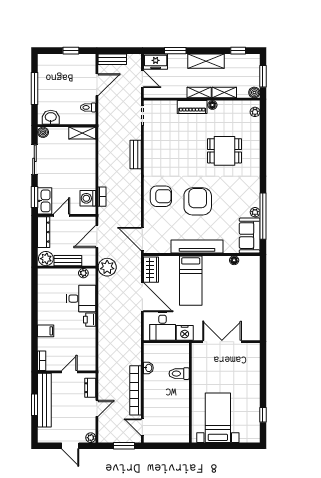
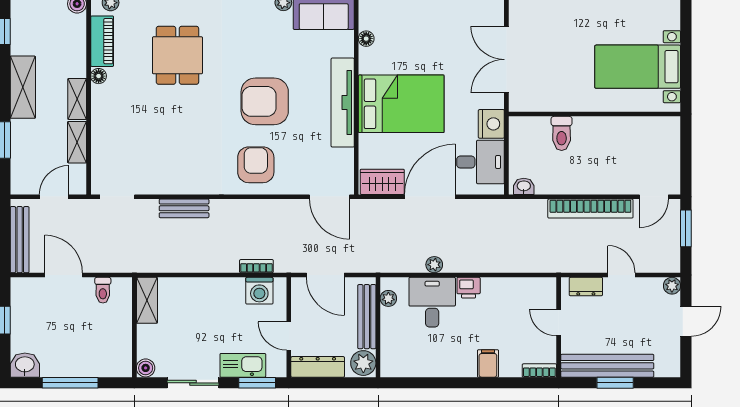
bench: (112, 59) -> (20, 240), width x1.36
freezer: (156, 62) -> (24, 174), removed
shelving: (224, 93) -> (77, 142), moved
piano: (192, 107) -> (102, 41), moved
washbasin: (51, 117) -> (25, 365), moved, turned 90
kitchen sink: (45, 201) -> (243, 365), moved
door: (142, 239) -> (329, 197), hinge flipped
bench: (68, 261) -> (367, 317), width x1.36
plant: (107, 267) -> (434, 265), moved, width x0.53, depth x0.53
bed: (191, 281) -> (401, 104), width x1.50
washbasin: (148, 368) -> (524, 186), moved

